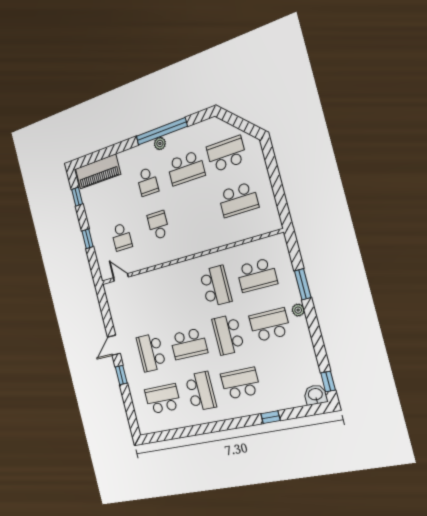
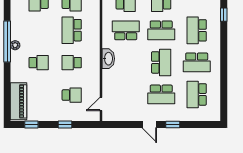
school desk: (186, 168) -> (72, 30), moved, turned 180
washbasin: (175, 272) -> (108, 59), added
school desk: (201, 391) -> (197, 62), turned 180

